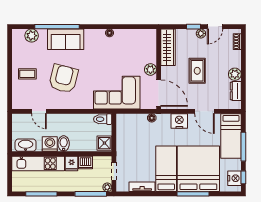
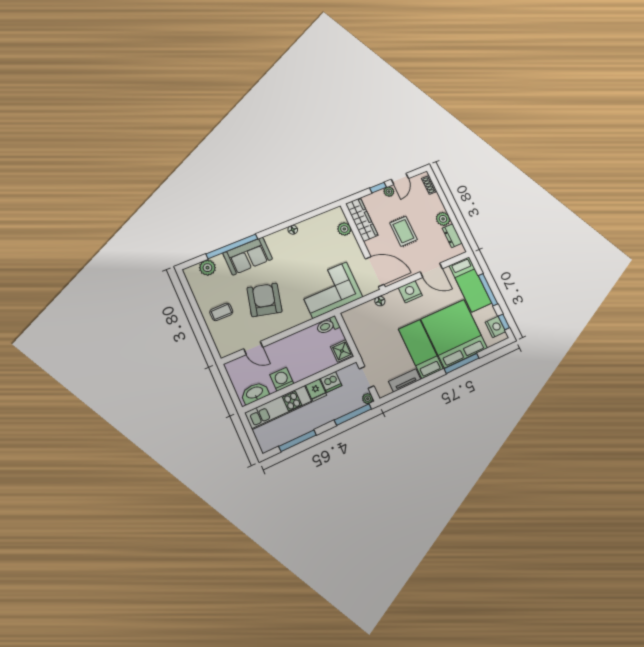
plant: (150, 69) -> (344, 229), moved
bidet: (64, 144) -> (297, 372), removed

